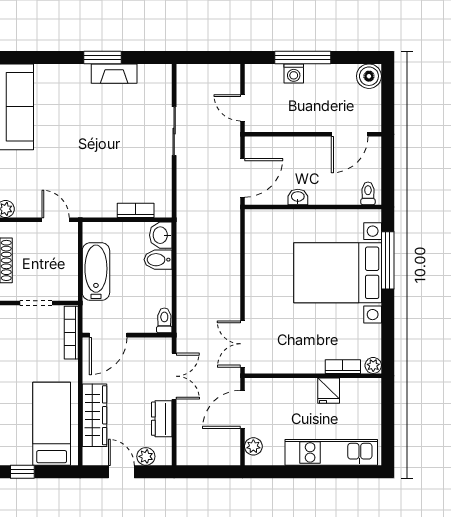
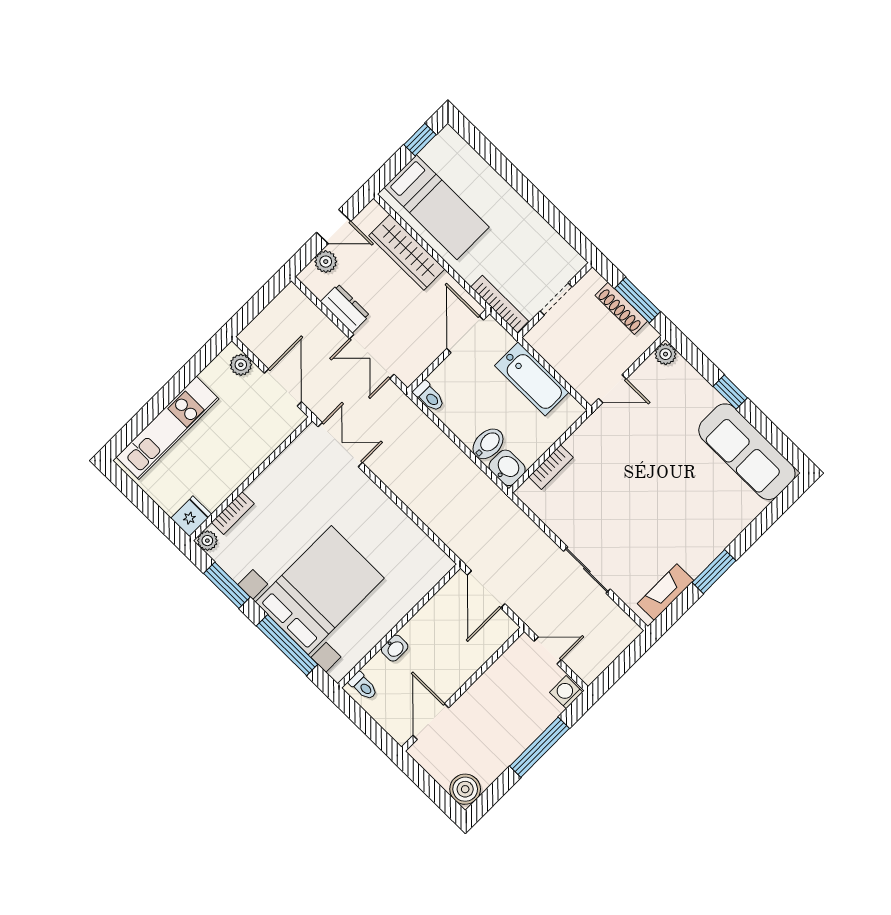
washing machine: (294, 73) -> (566, 692), moved
fireplace: (114, 74) -> (665, 592), moved
washbasin: (298, 197) -> (395, 648), moved
window: (388, 329) -> (227, 585), added
fridge: (329, 391) -> (191, 516), moved, turned 90

